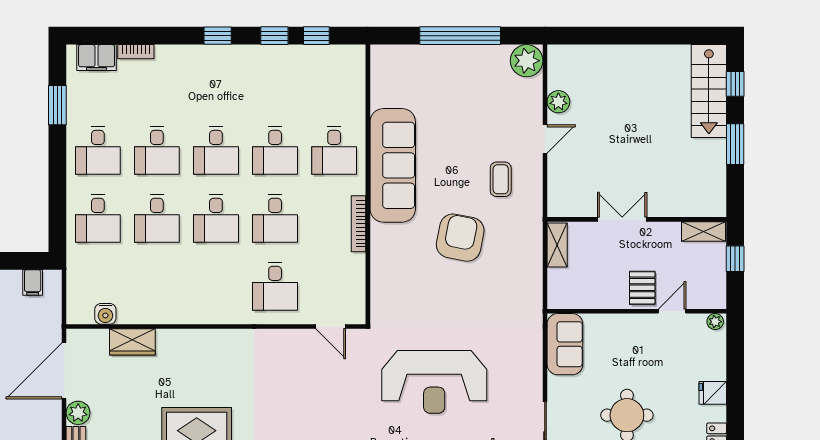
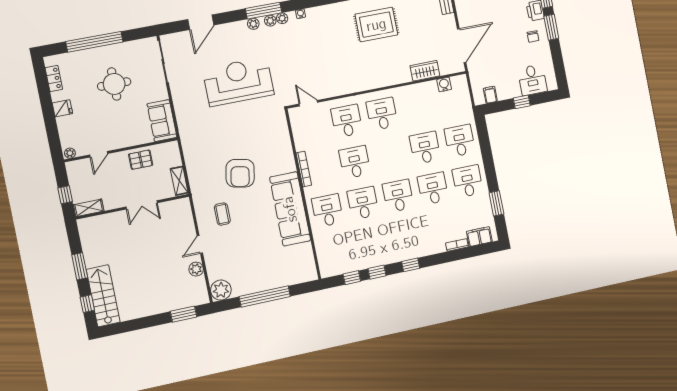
window: (592, 36) -> (183, 314), added
desk: (216, 218) -> (382, 114), moved
pallet: (642, 288) -> (141, 160), moved, turned 90
plant: (78, 413) -> (449, 22), removed

